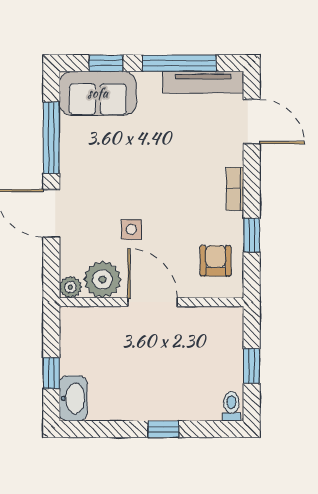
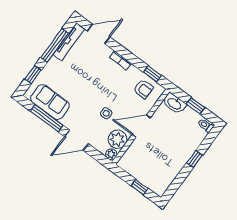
sofa: (98, 93) -> (50, 102), moved, turned -90
window: (252, 235) -> (152, 74), moved
armchair: (216, 261) -> (143, 89), turned 180
washbasin: (73, 398) -> (174, 103), moved, turned 180

